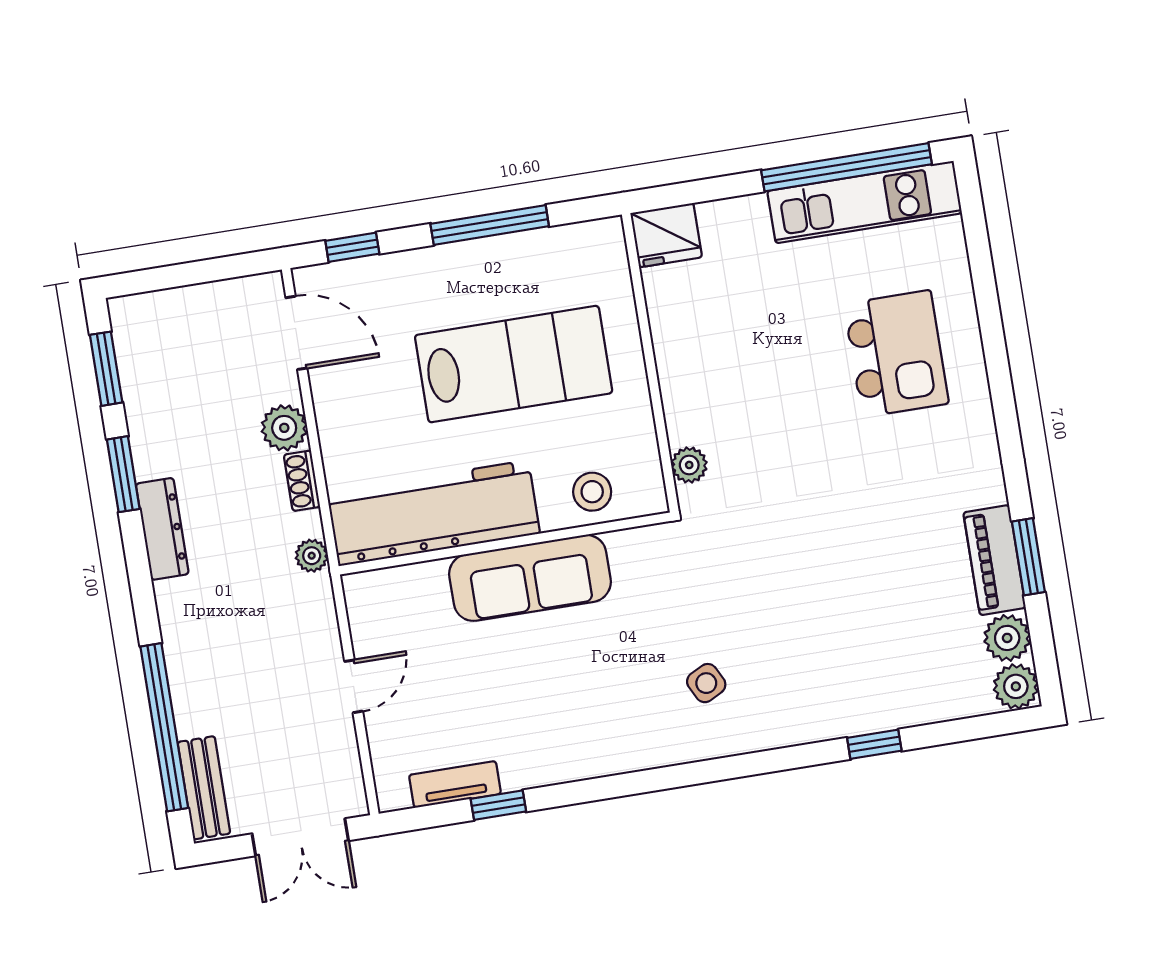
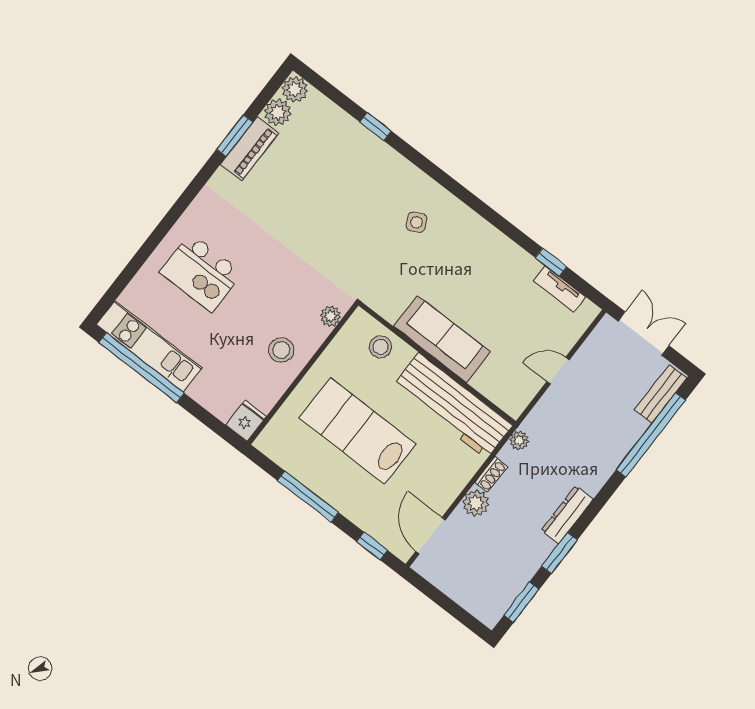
fridge: (666, 235) -> (246, 421), width x0.72
kitchen island: (896, 354) -> (201, 273), turned -90
stool: (705, 363) -> (281, 350), added

